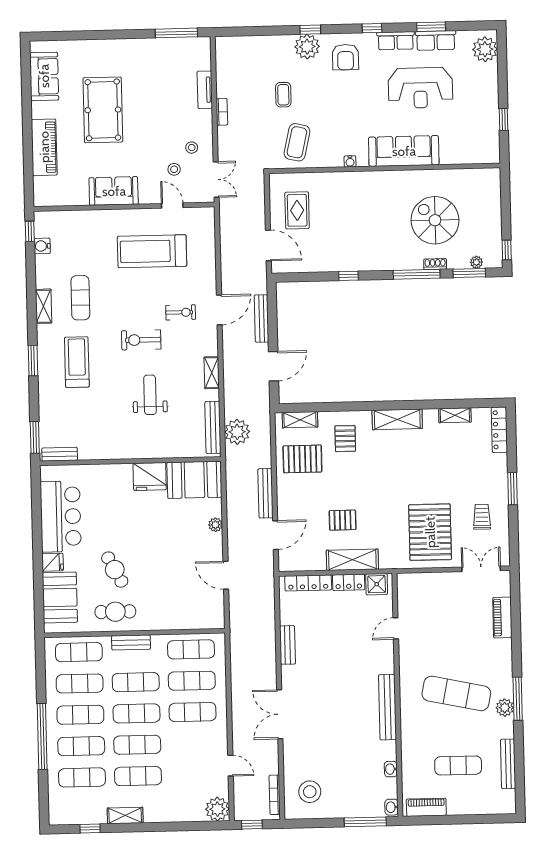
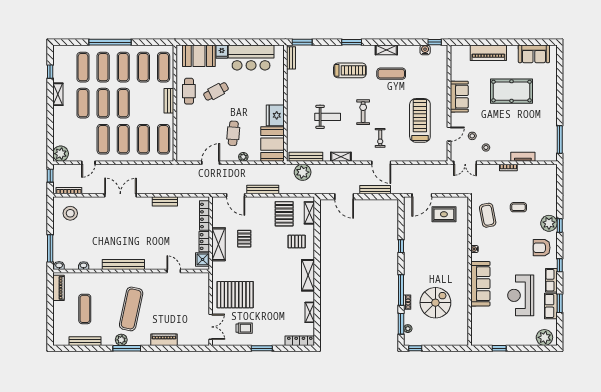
coffee table: (297, 142) -> (488, 215), turned 66
cafe table: (179, 541) -> (233, 133), added
piano: (502, 618) -> (164, 340), moved
exercise mat: (136, 682) -> (103, 139), moved

